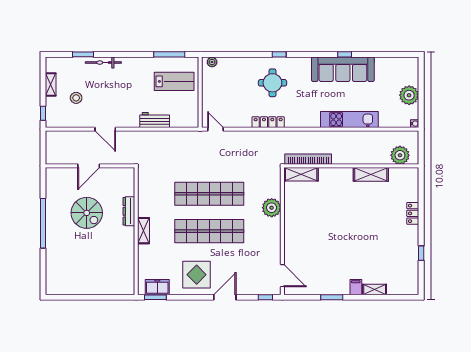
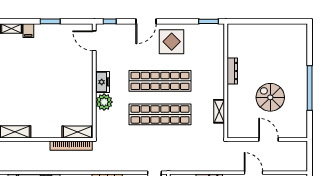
door: (89, 166) -> (269, 139), hinge flipped
dresser: (129, 211) -> (232, 71), moved
shelving: (144, 231) -> (219, 111), moved
freezer: (157, 287) -> (103, 82), moved, turned -90

